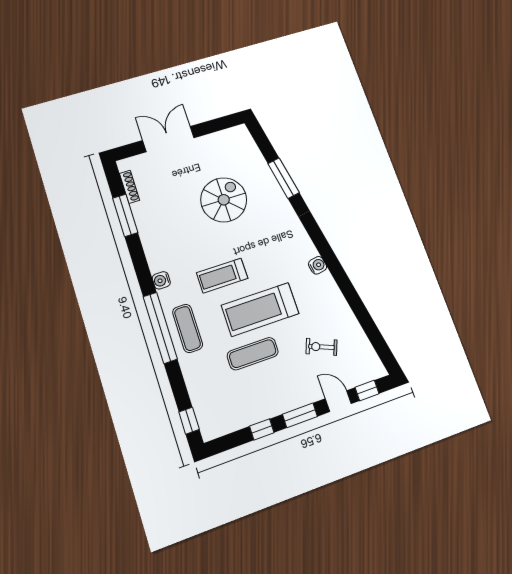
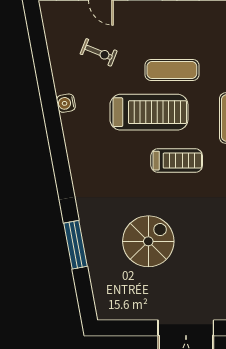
spiral stairs: (224, 200) -> (148, 241), turned 180
water cooler: (318, 265) -> (66, 103), moved

